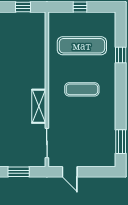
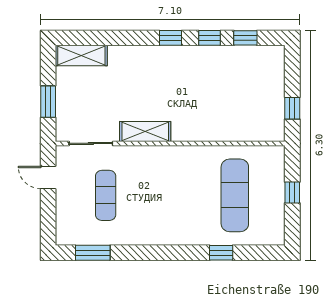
exercise mat: (82, 89) -> (106, 195), moved
door: (70, 172) -> (48, 178), hinge flipped

